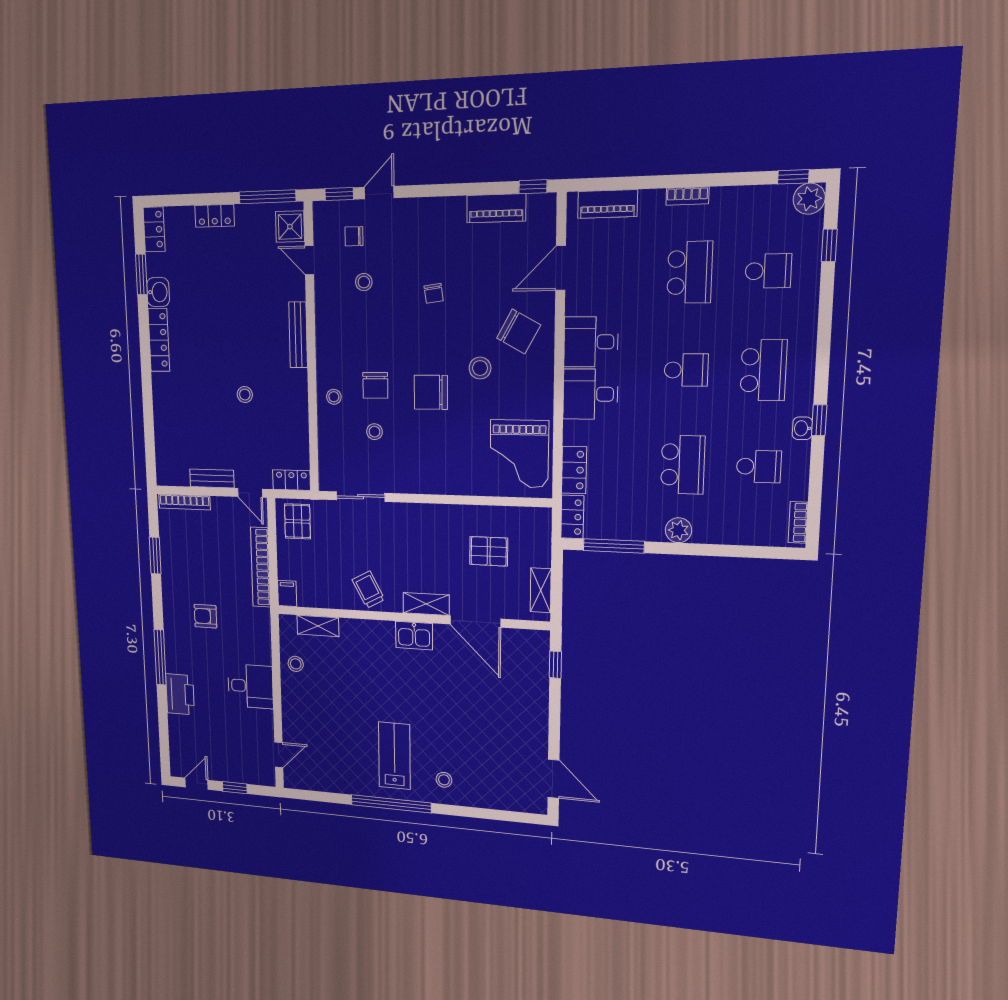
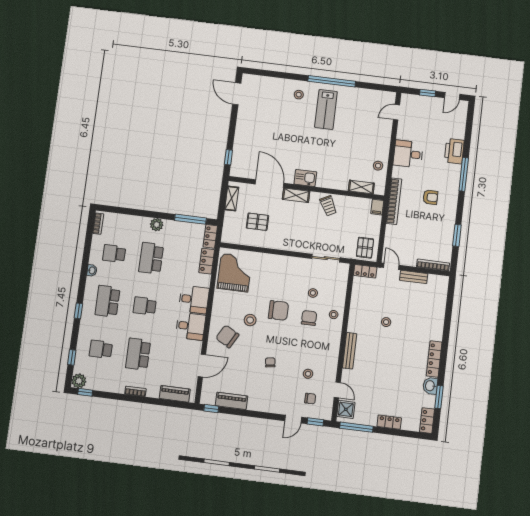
window: (819, 420) -> (78, 311), moved
bookcase: (260, 567) -> (394, 201), moved

